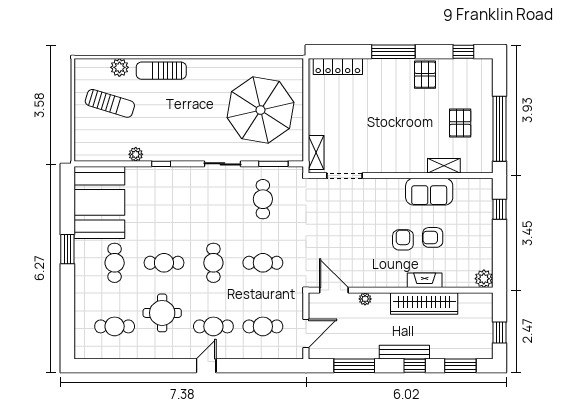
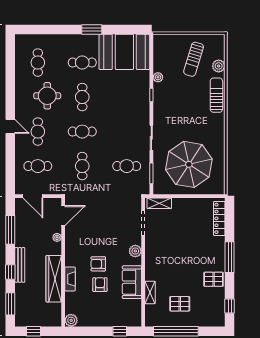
plant: (385, 187) -> (135, 251), added
armchair: (403, 240) -> (98, 264), turned 180
cafe table: (263, 326) -> (38, 166), turned 90

